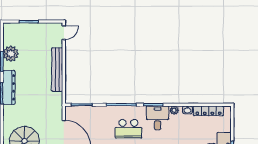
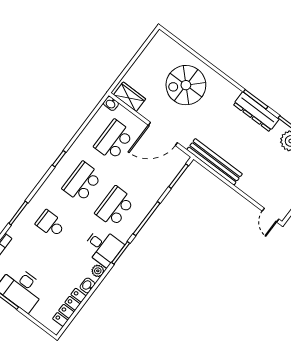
bench: (57, 70) -> (214, 162), moved

